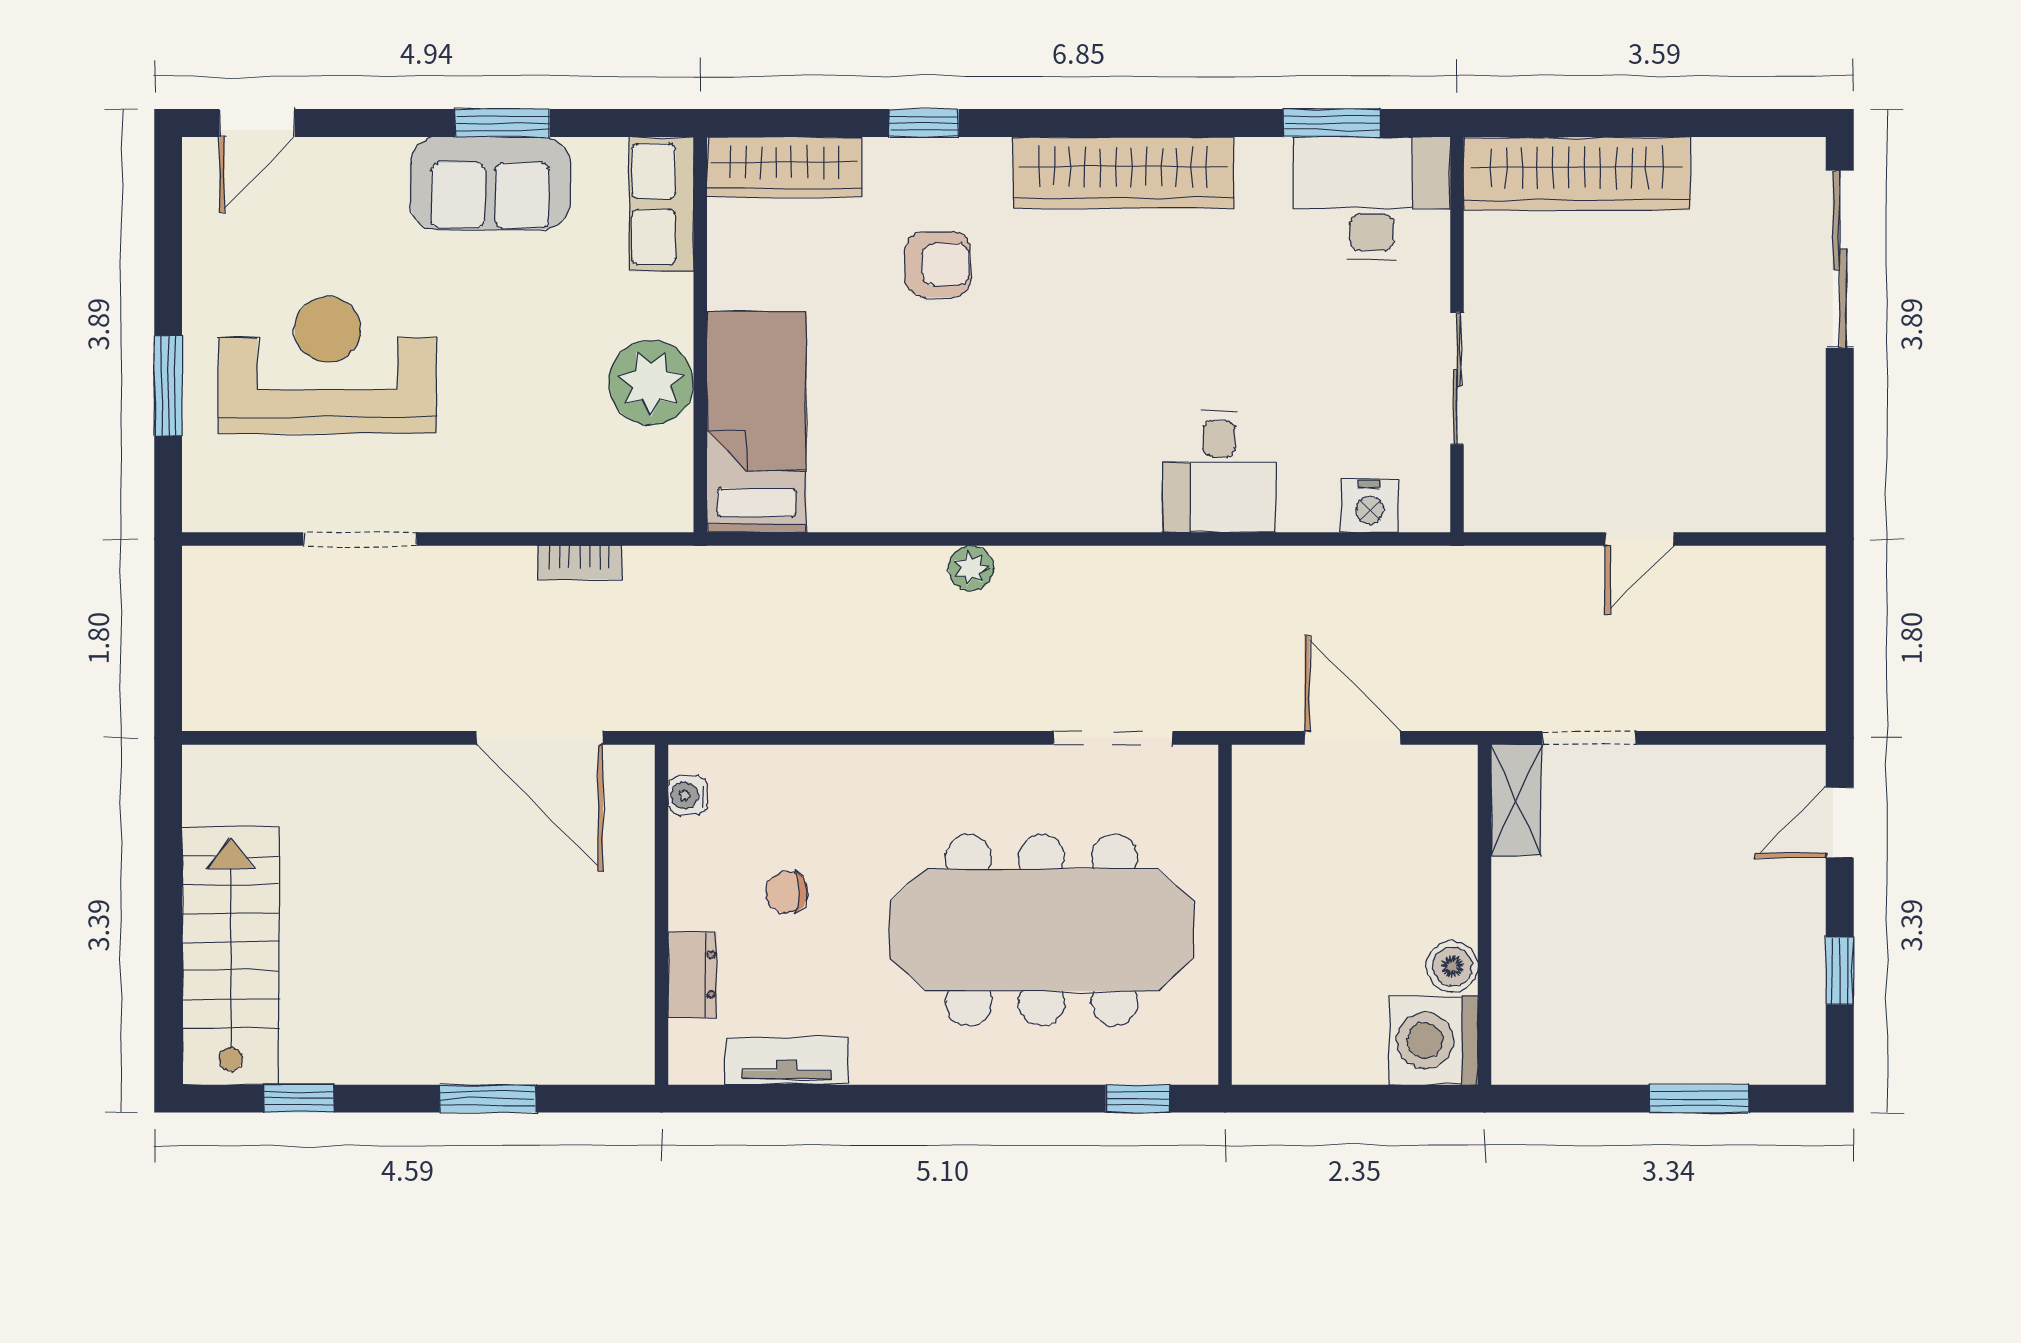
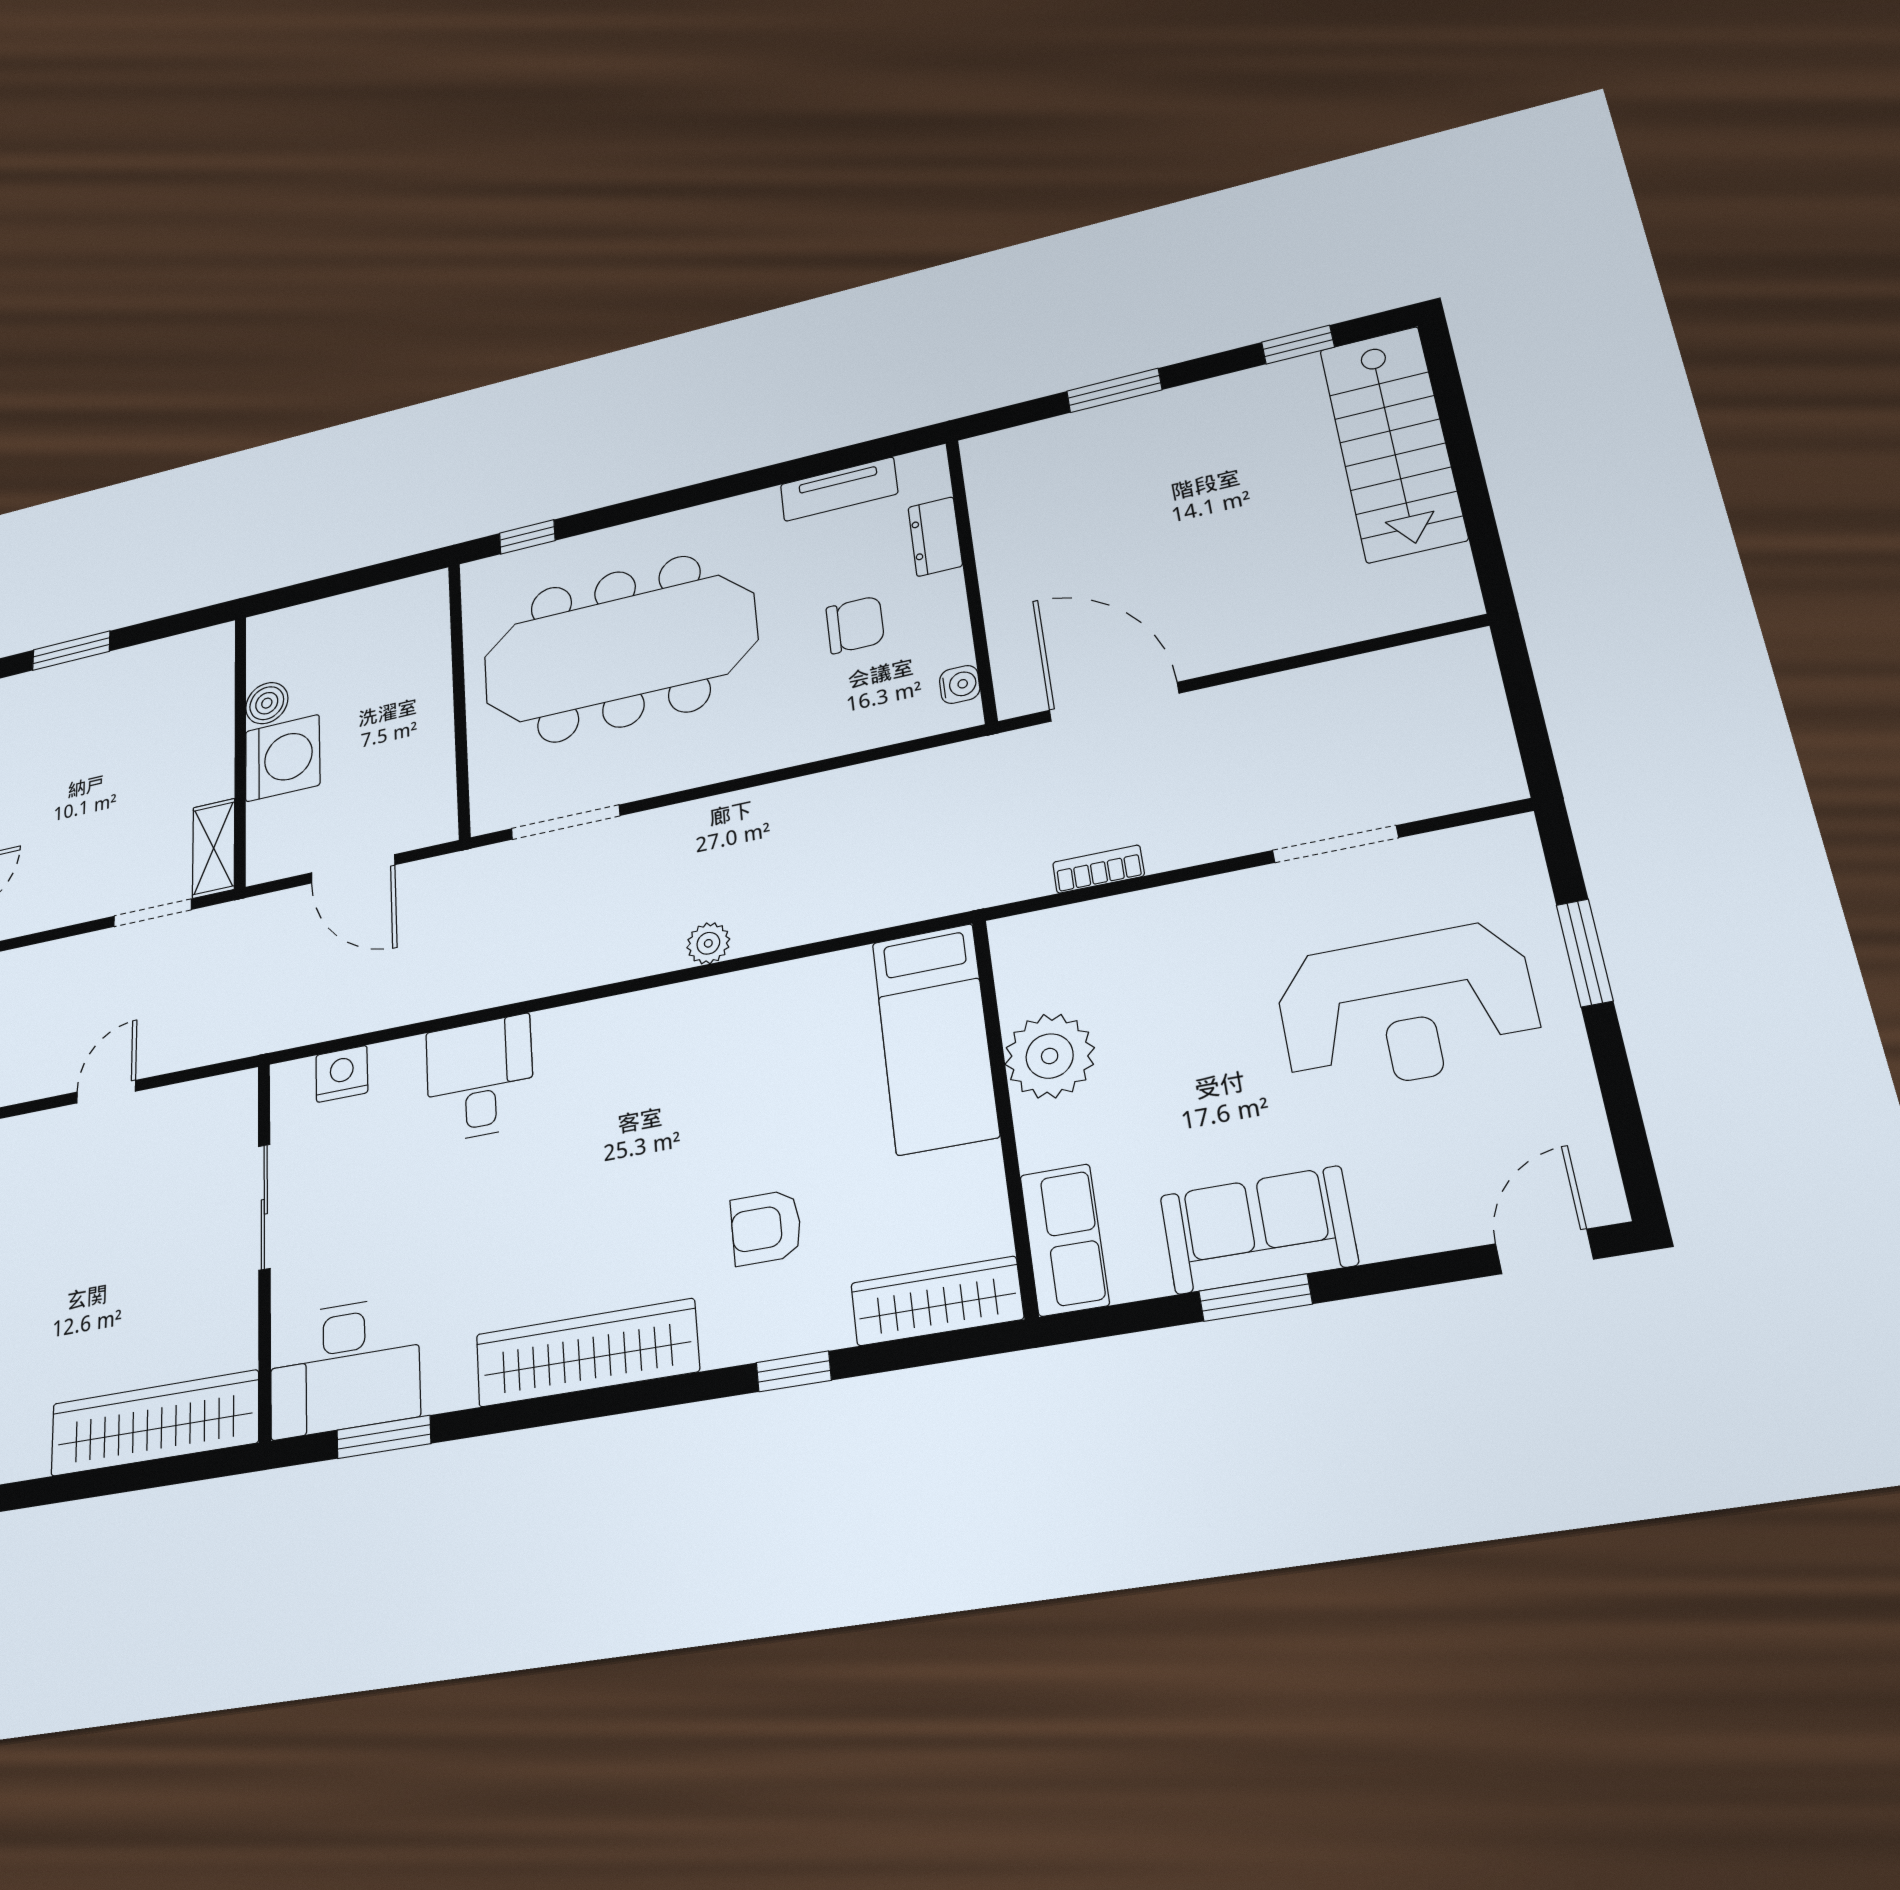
chair: (787, 892) -> (855, 625), width x1.37, depth x1.37
washing machine: (1434, 1041) -> (283, 758), moved

